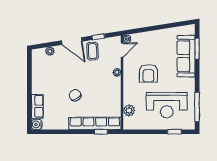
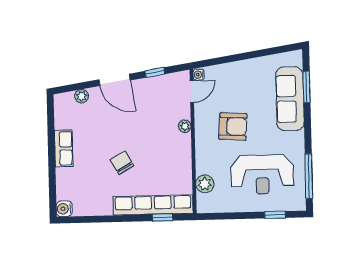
coffee table: (93, 51) -> (147, 94), removed
armchair: (148, 73) -> (233, 126), turned -86
row of seats: (37, 106) -> (64, 148), moved

